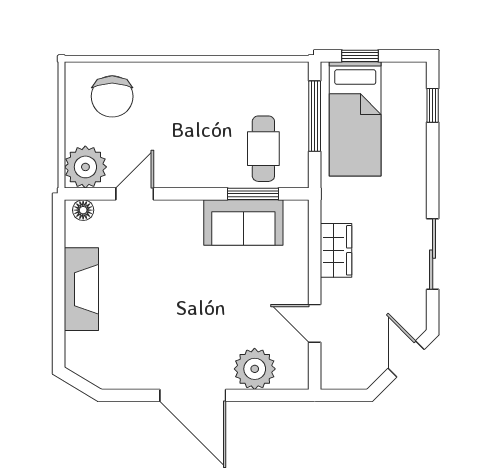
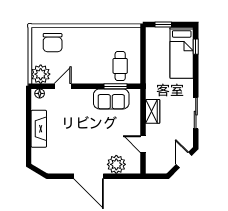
window: (315, 116) -> (143, 51), removed
bed: (355, 119) -> (182, 53), moved

